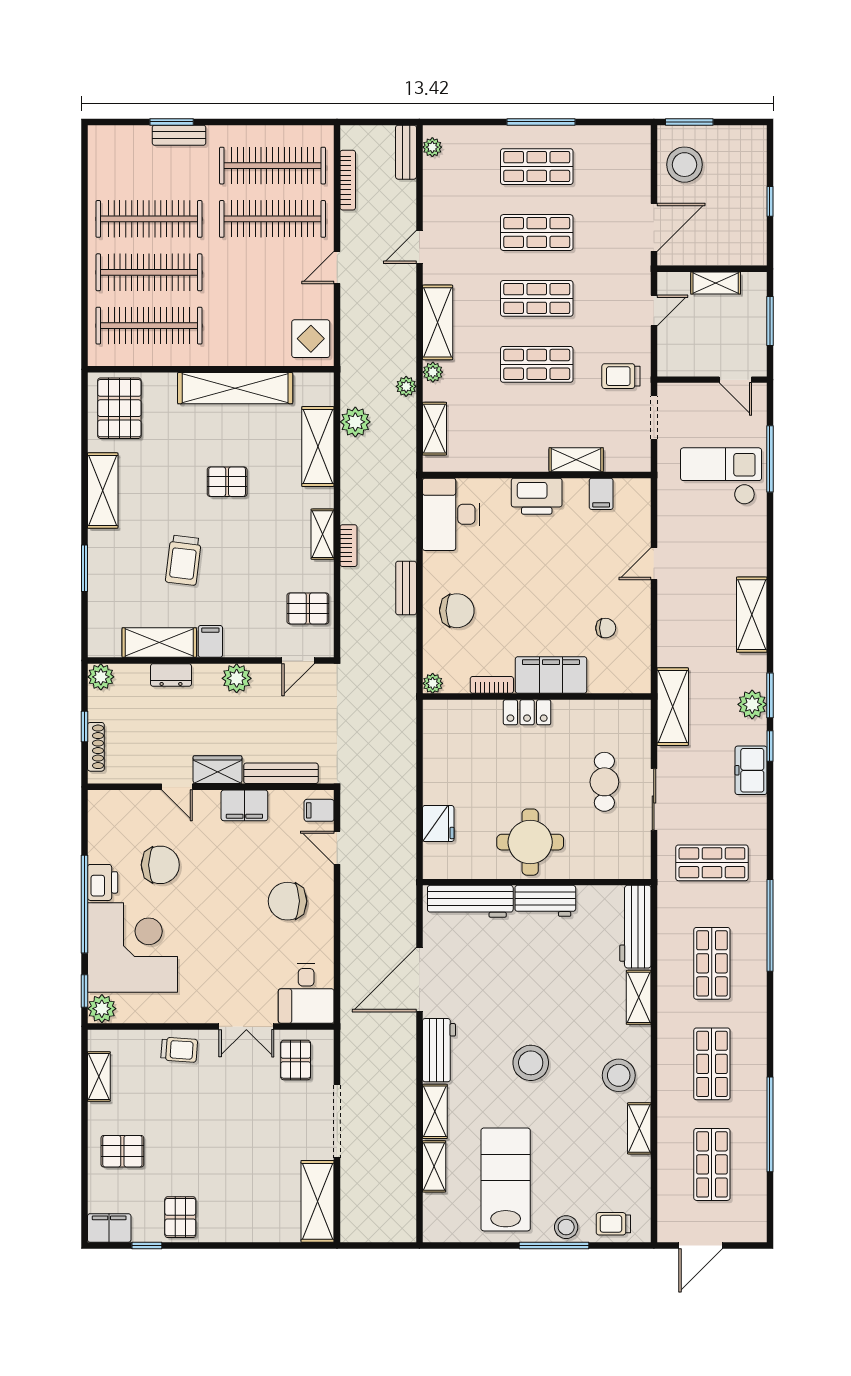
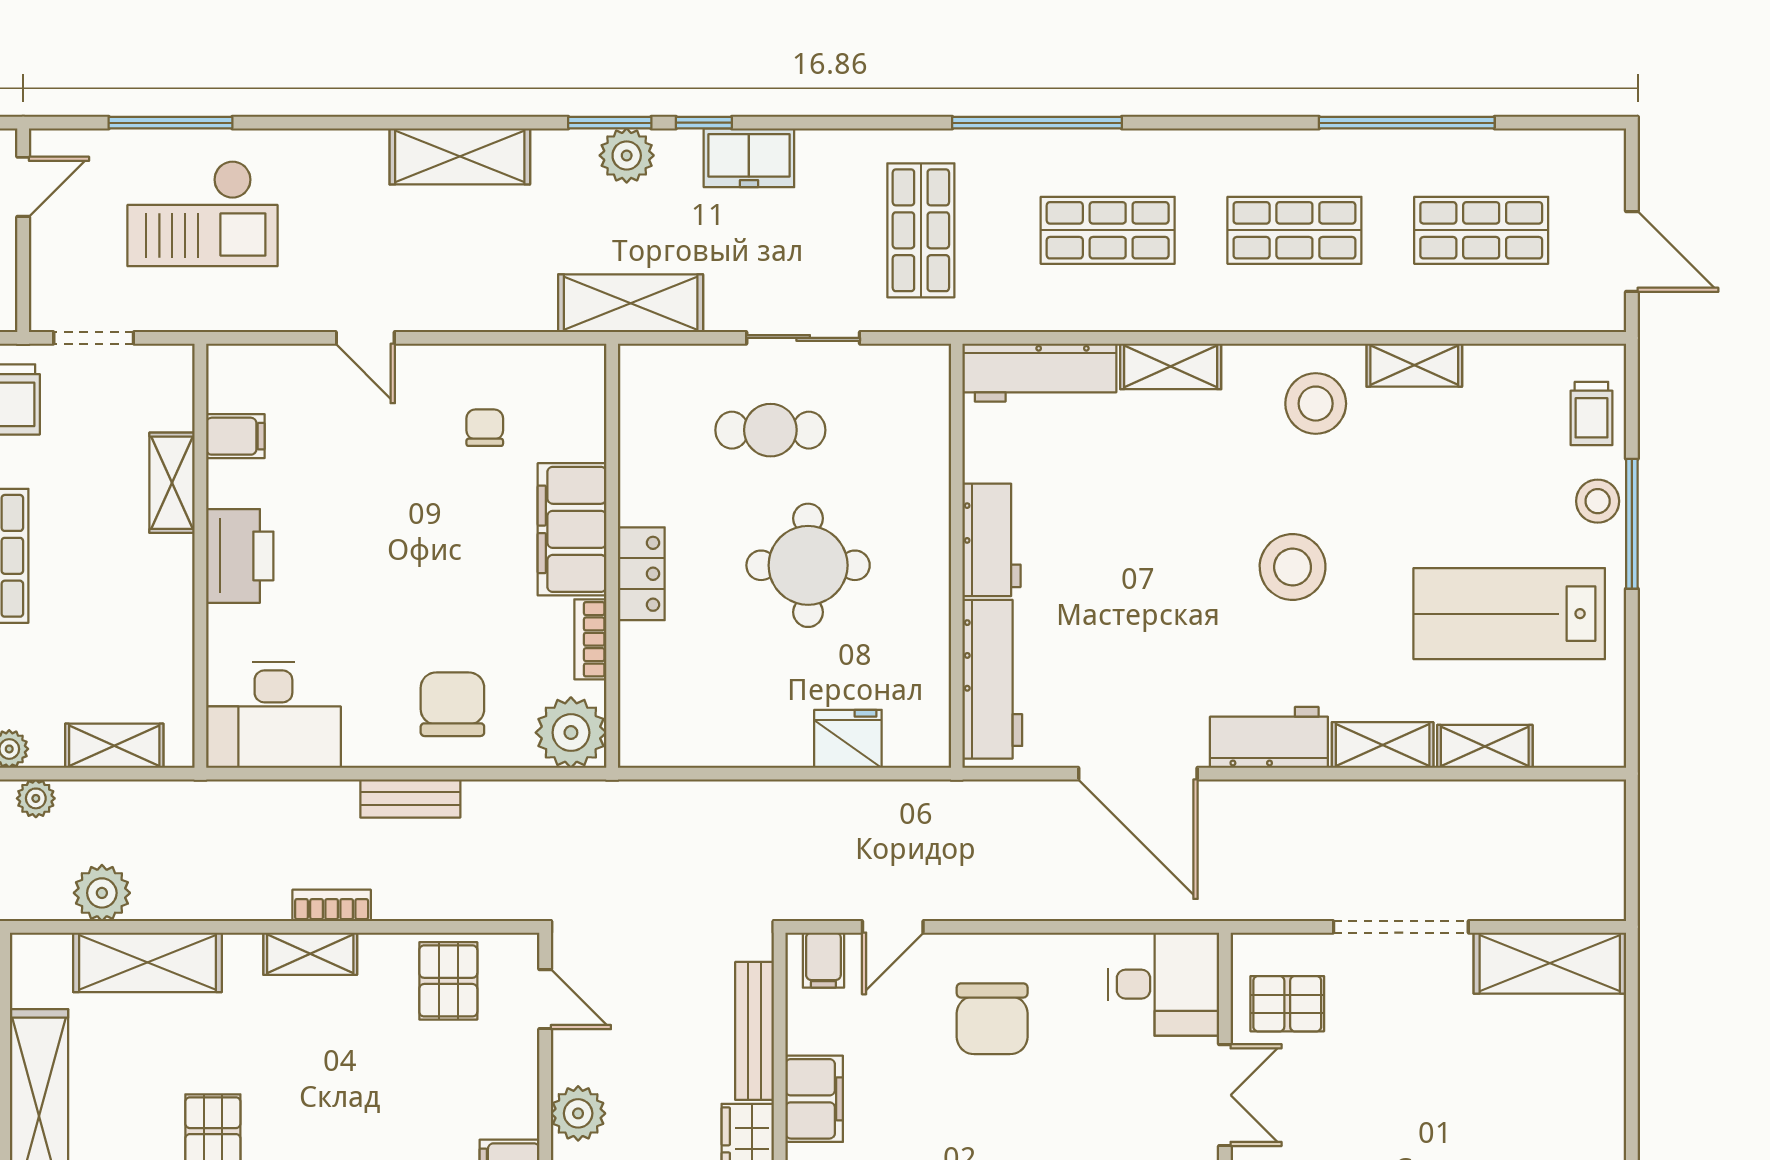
checkout: (721, 476) -> (202, 213), turned -90
plant: (433, 683) -> (571, 733), width x1.87, depth x1.87
round table: (530, 842) -> (808, 565), moved

